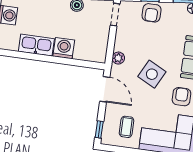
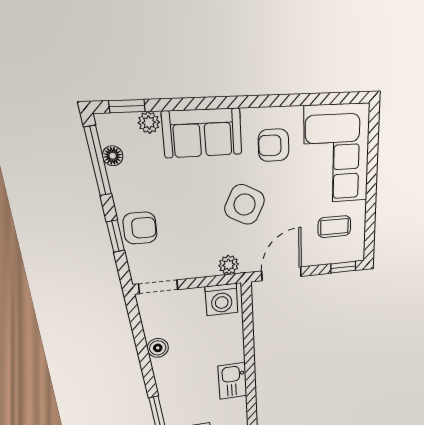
kitchen sink: (36, 45) -> (233, 381), width x0.73
washing machine: (64, 48) -> (222, 300), moved, turned -90

